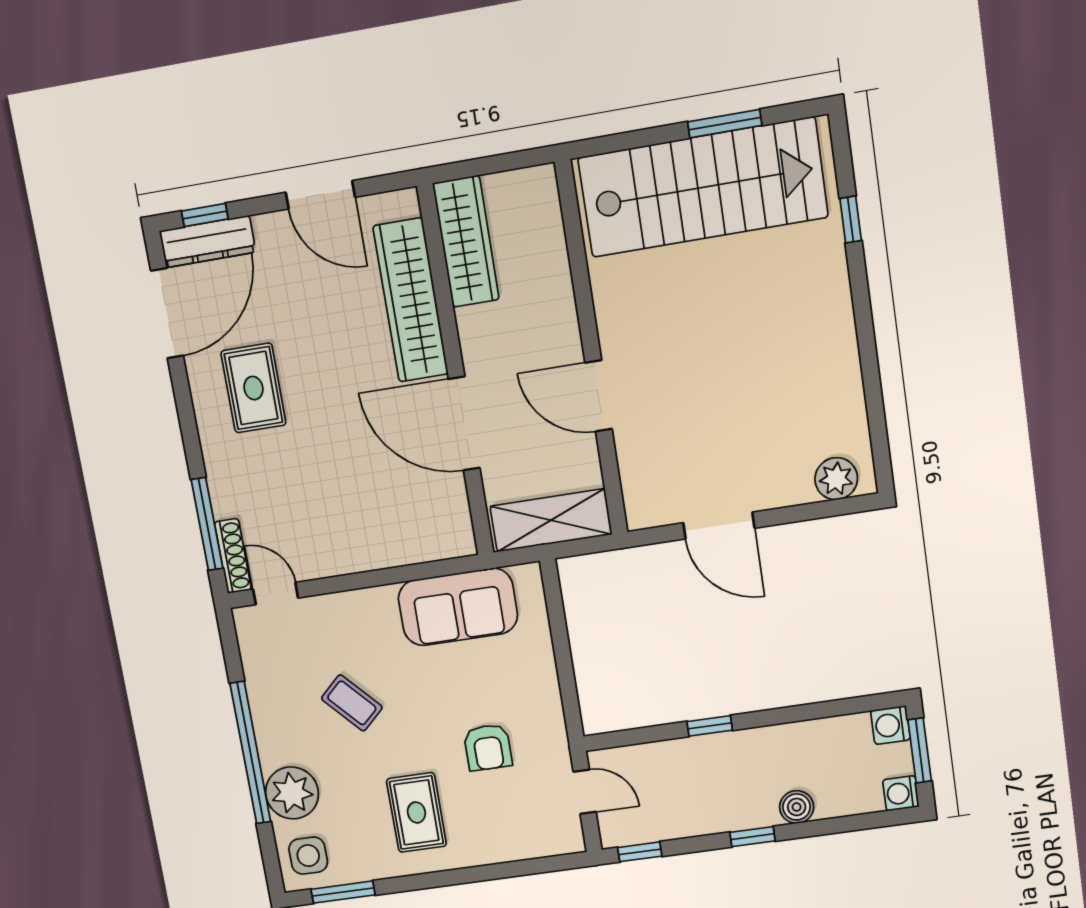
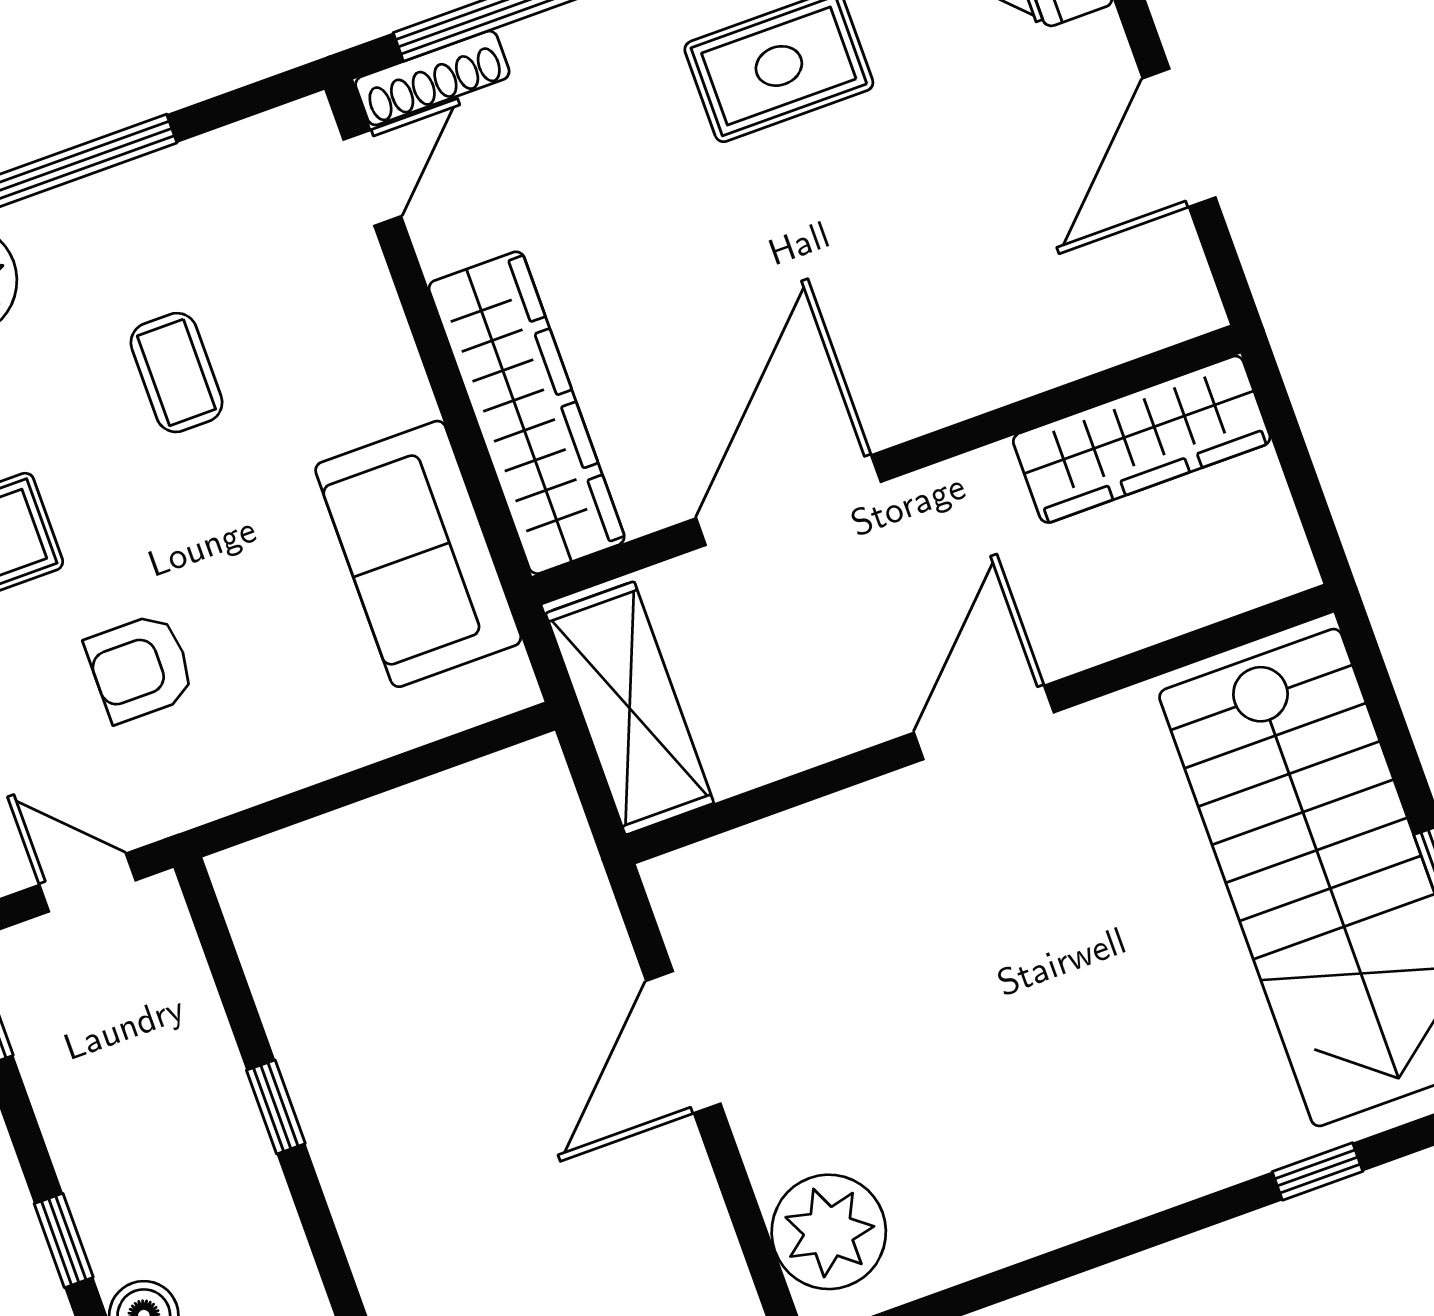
wardrobe: (411, 300) -> (527, 413), moved, turned 90
door: (599, 396) -> (984, 722), moved
plant: (836, 479) -> (829, 1232), width x1.36, depth x1.36
coffee table: (352, 703) -> (176, 373), turned -47
door: (585, 792) -> (87, 883), swing flipped

